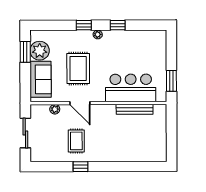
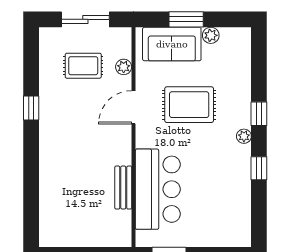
plant: (40, 51) -> (211, 35), width x0.53, depth x0.53
window: (25, 52) -> (186, 19), moved
bench: (135, 109) -> (123, 188), width x0.73
rug: (76, 141) -> (83, 66), moved

